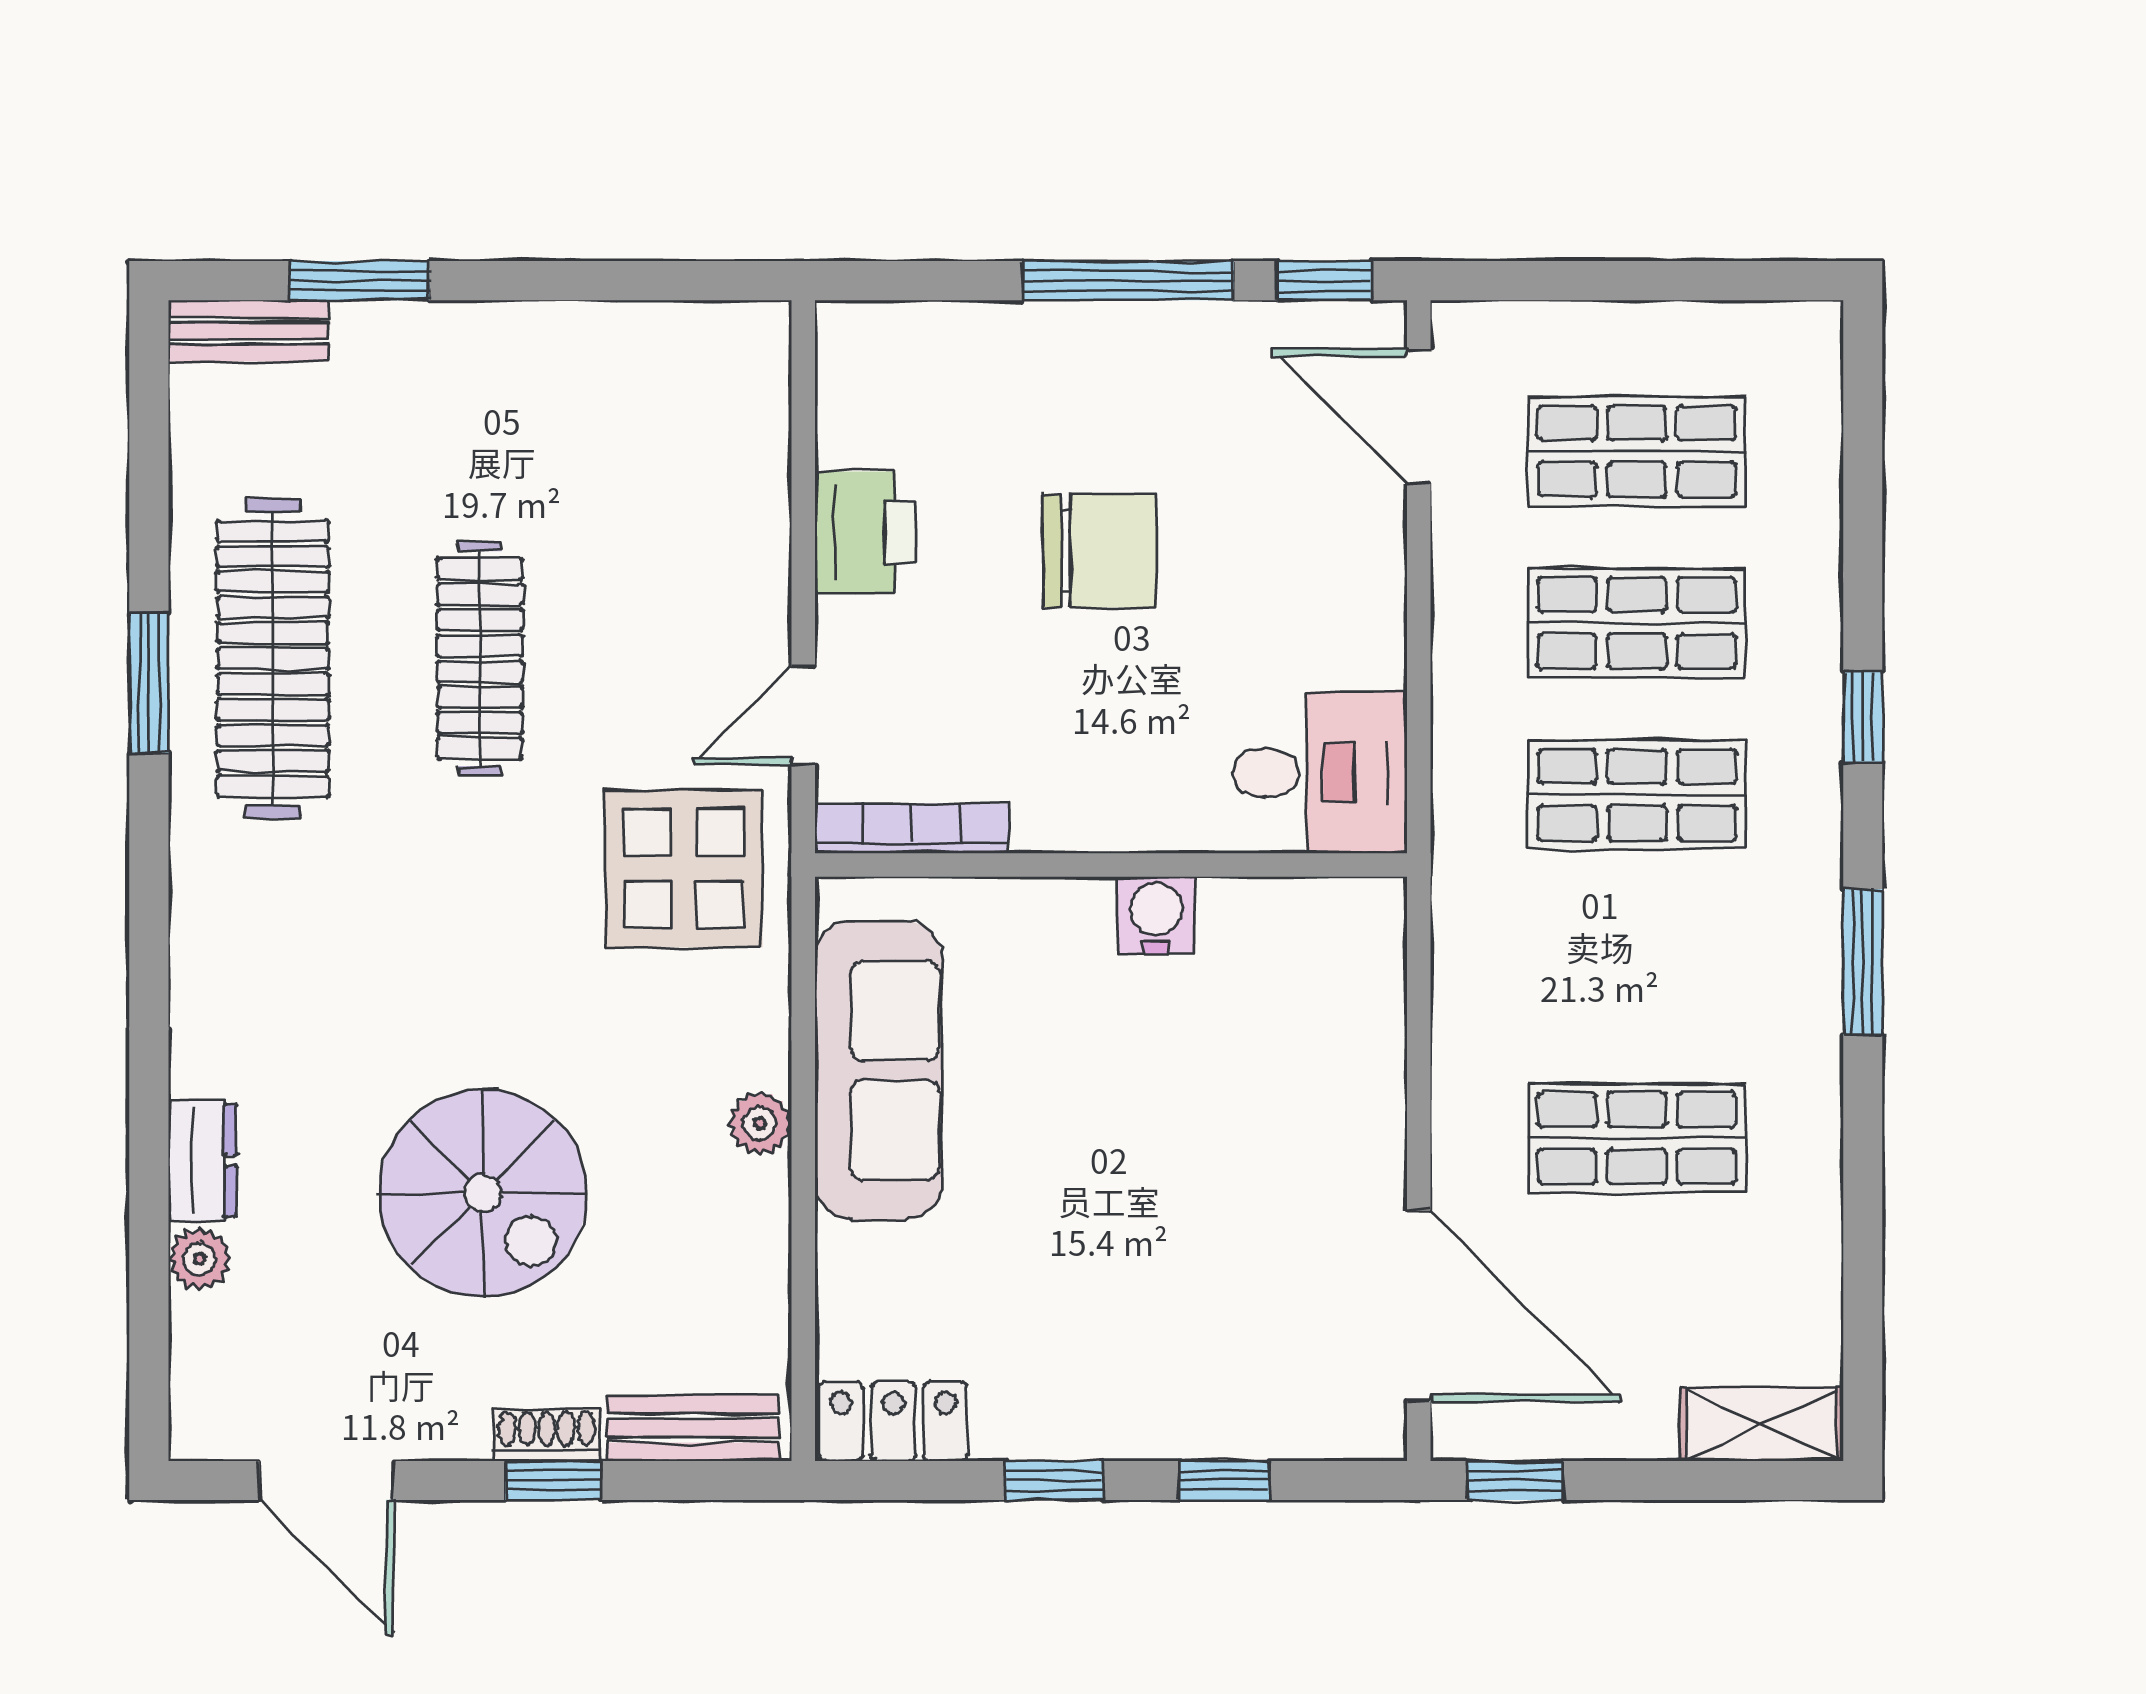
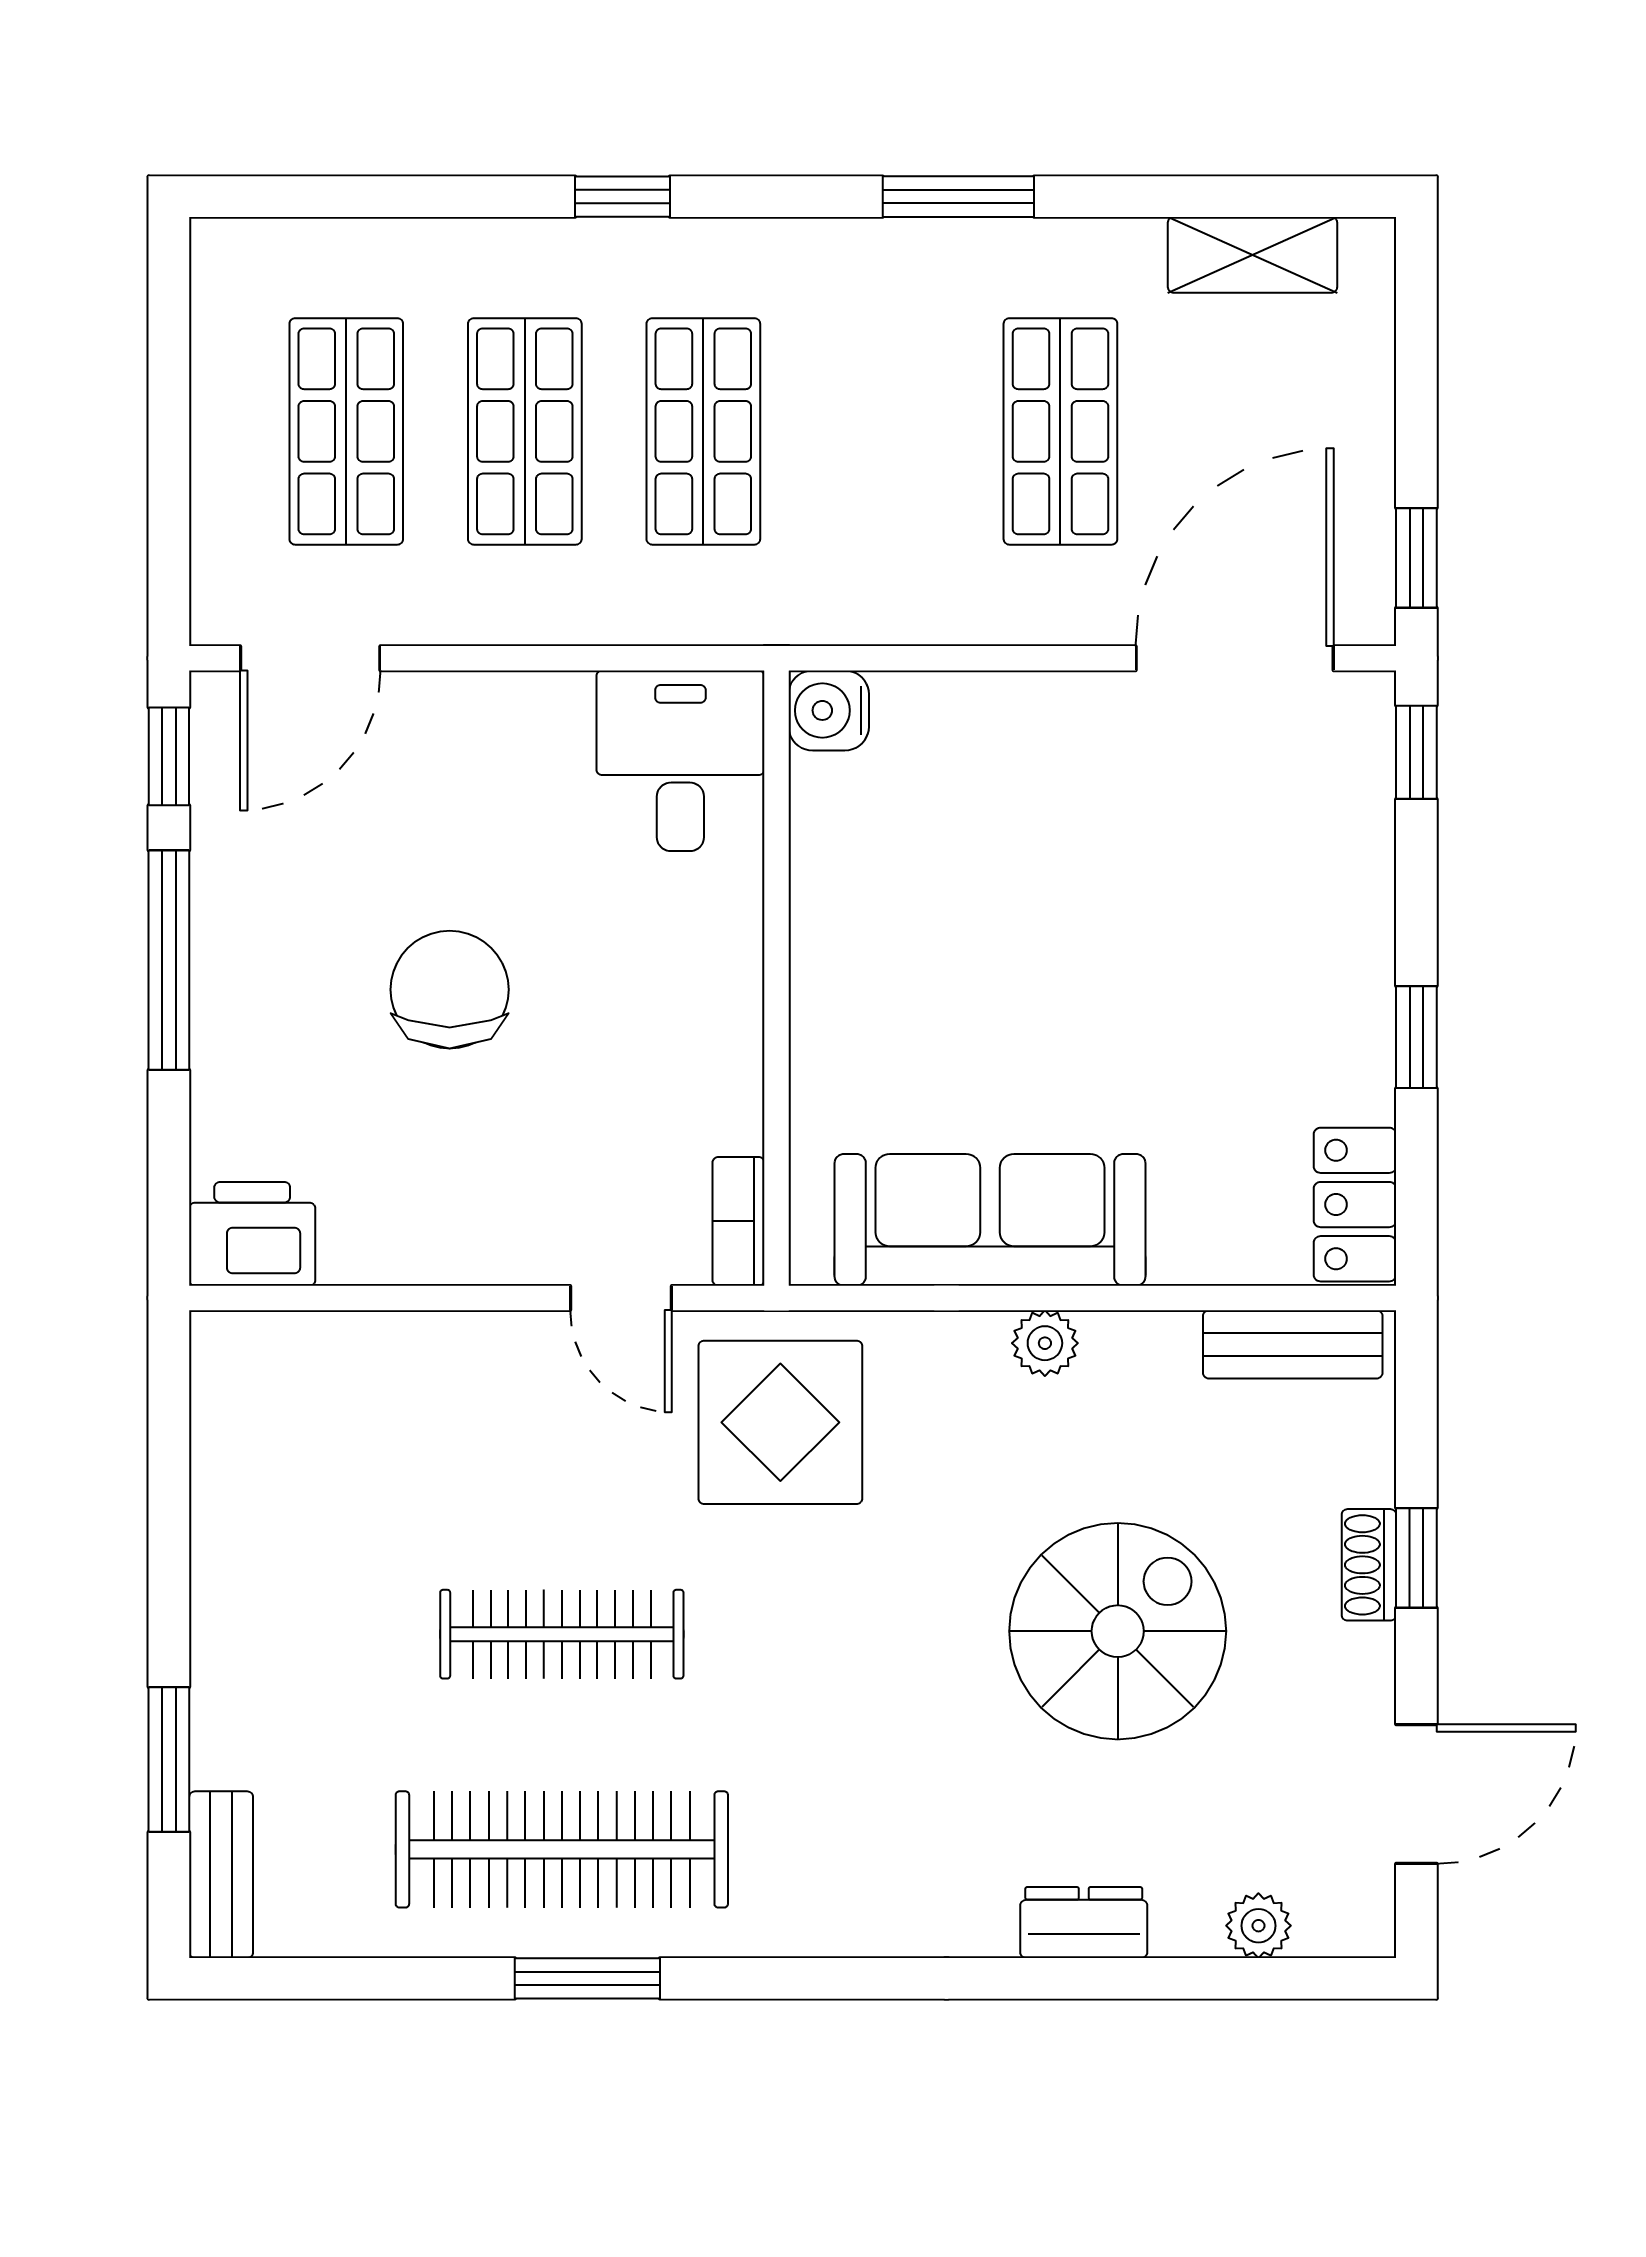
printer: (865, 532) -> (252, 1234), moved
bookcase: (912, 828) -> (738, 1221), width x0.64
water cooler: (1156, 915) -> (829, 710), moved
window: (1863, 962) -> (958, 197), moved
plant: (200, 1259) -> (1258, 1926), moved
shelving: (1762, 1424) -> (1253, 255), moved, turned 90
bench: (693, 1428) -> (1293, 1344), moved, turned 90
window: (1224, 1480) -> (1416, 752), moved

